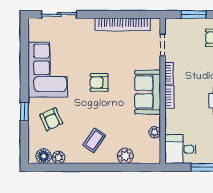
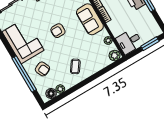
window: (24, 112) -> (24, 74), width x3.17
plant: (125, 156) -> (115, 56), moved

